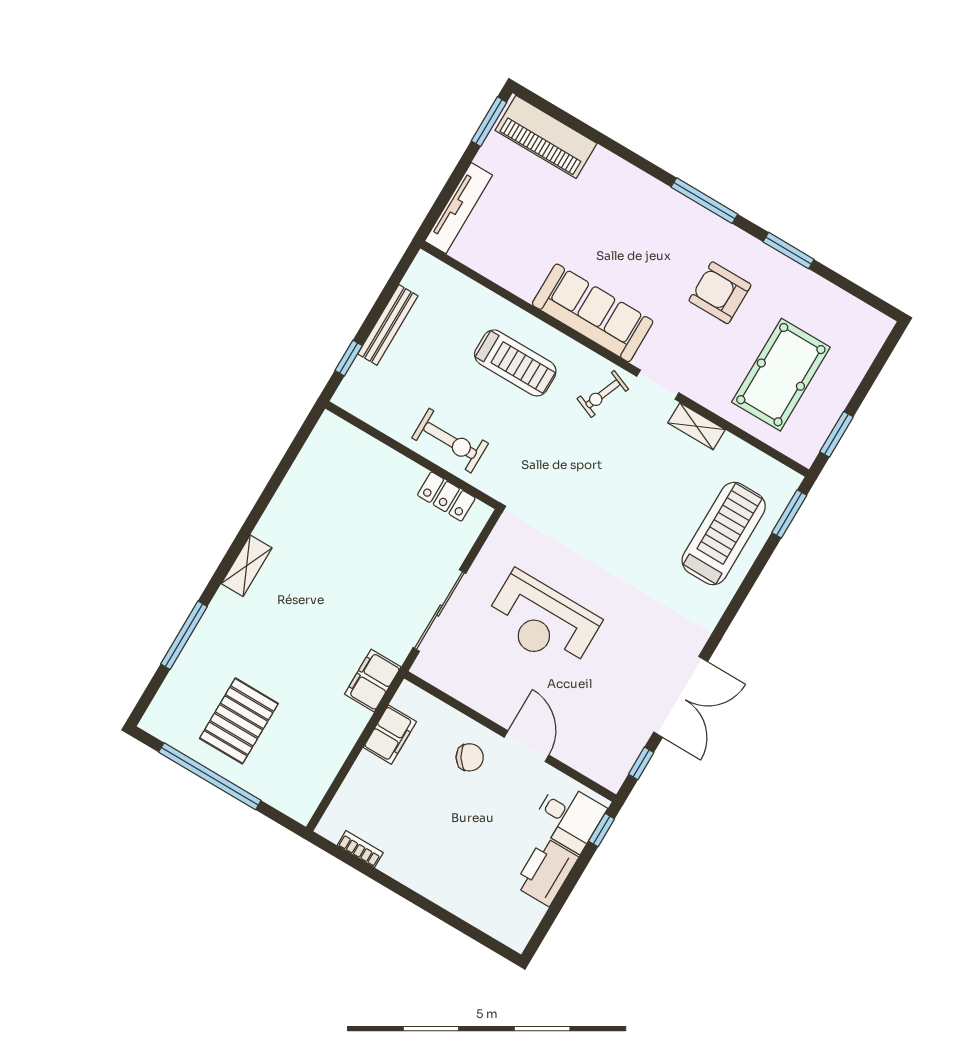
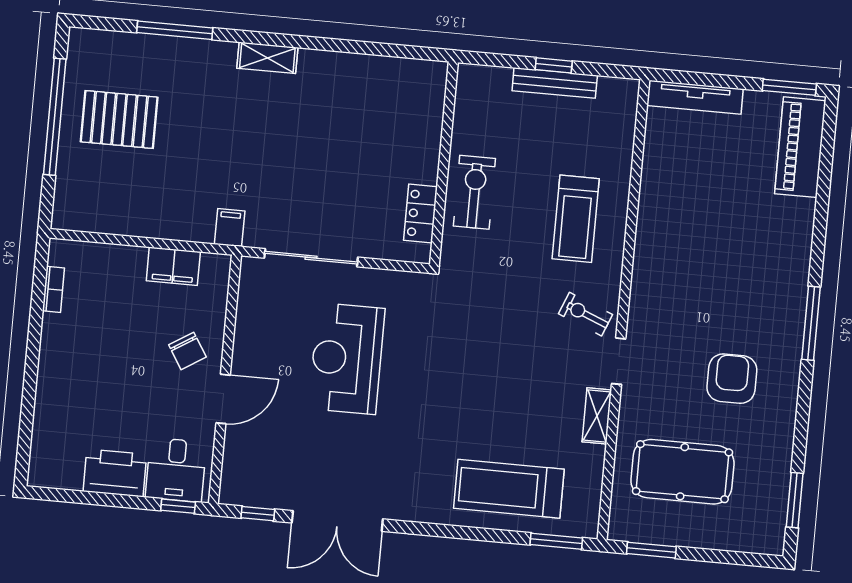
window: (789, 251) -> (795, 500), moved
sofa: (593, 313) -> (657, 269), removed
window: (349, 358) -> (554, 65), moved
exercise bike: (450, 441) -> (474, 192), turned 180
treadmill: (724, 534) -> (509, 489), turned 180
filing cabinet: (373, 681) -> (230, 228), width x0.50

